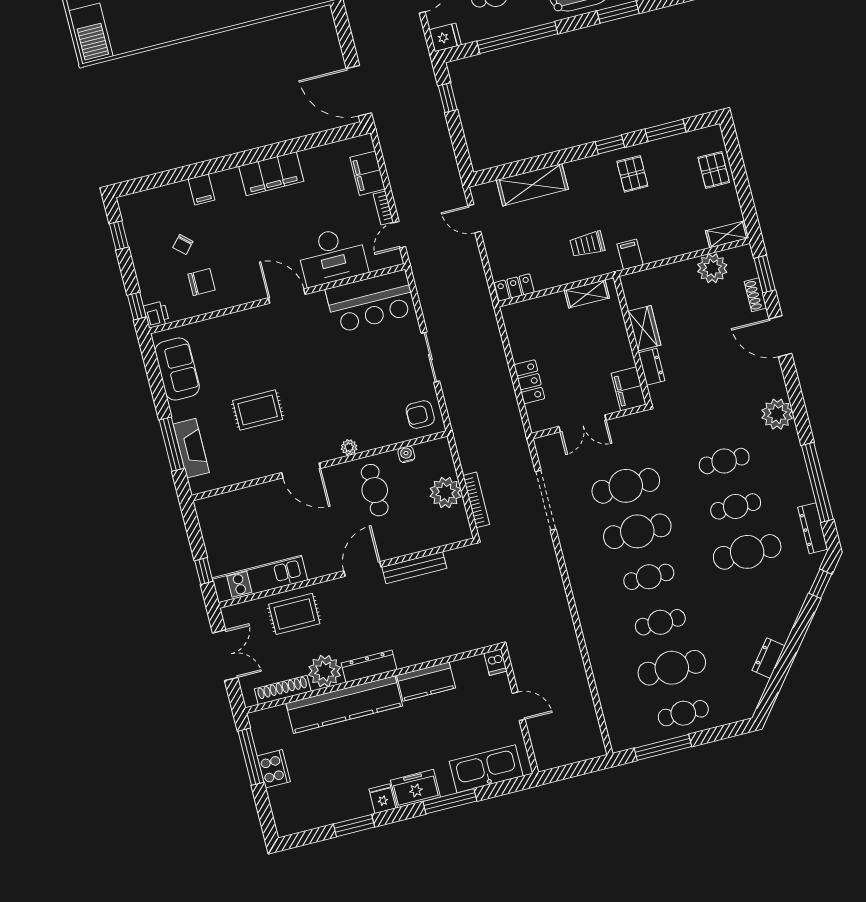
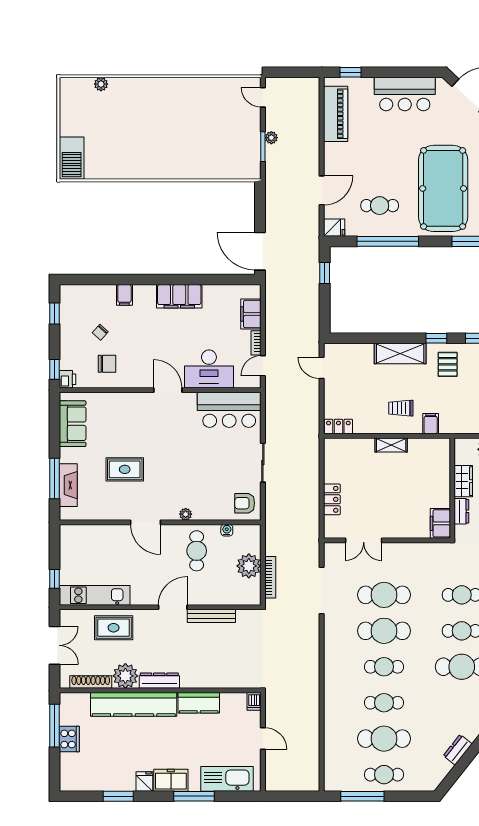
shelving: (532, 185) -> (400, 354), moved
wardrobe: (644, 328) -> (463, 481), moved
wall: (633, 340) -> (452, 488), moved
dresser: (652, 367) -> (461, 511), moved
filing cabinet: (629, 389) -> (440, 523), moved

